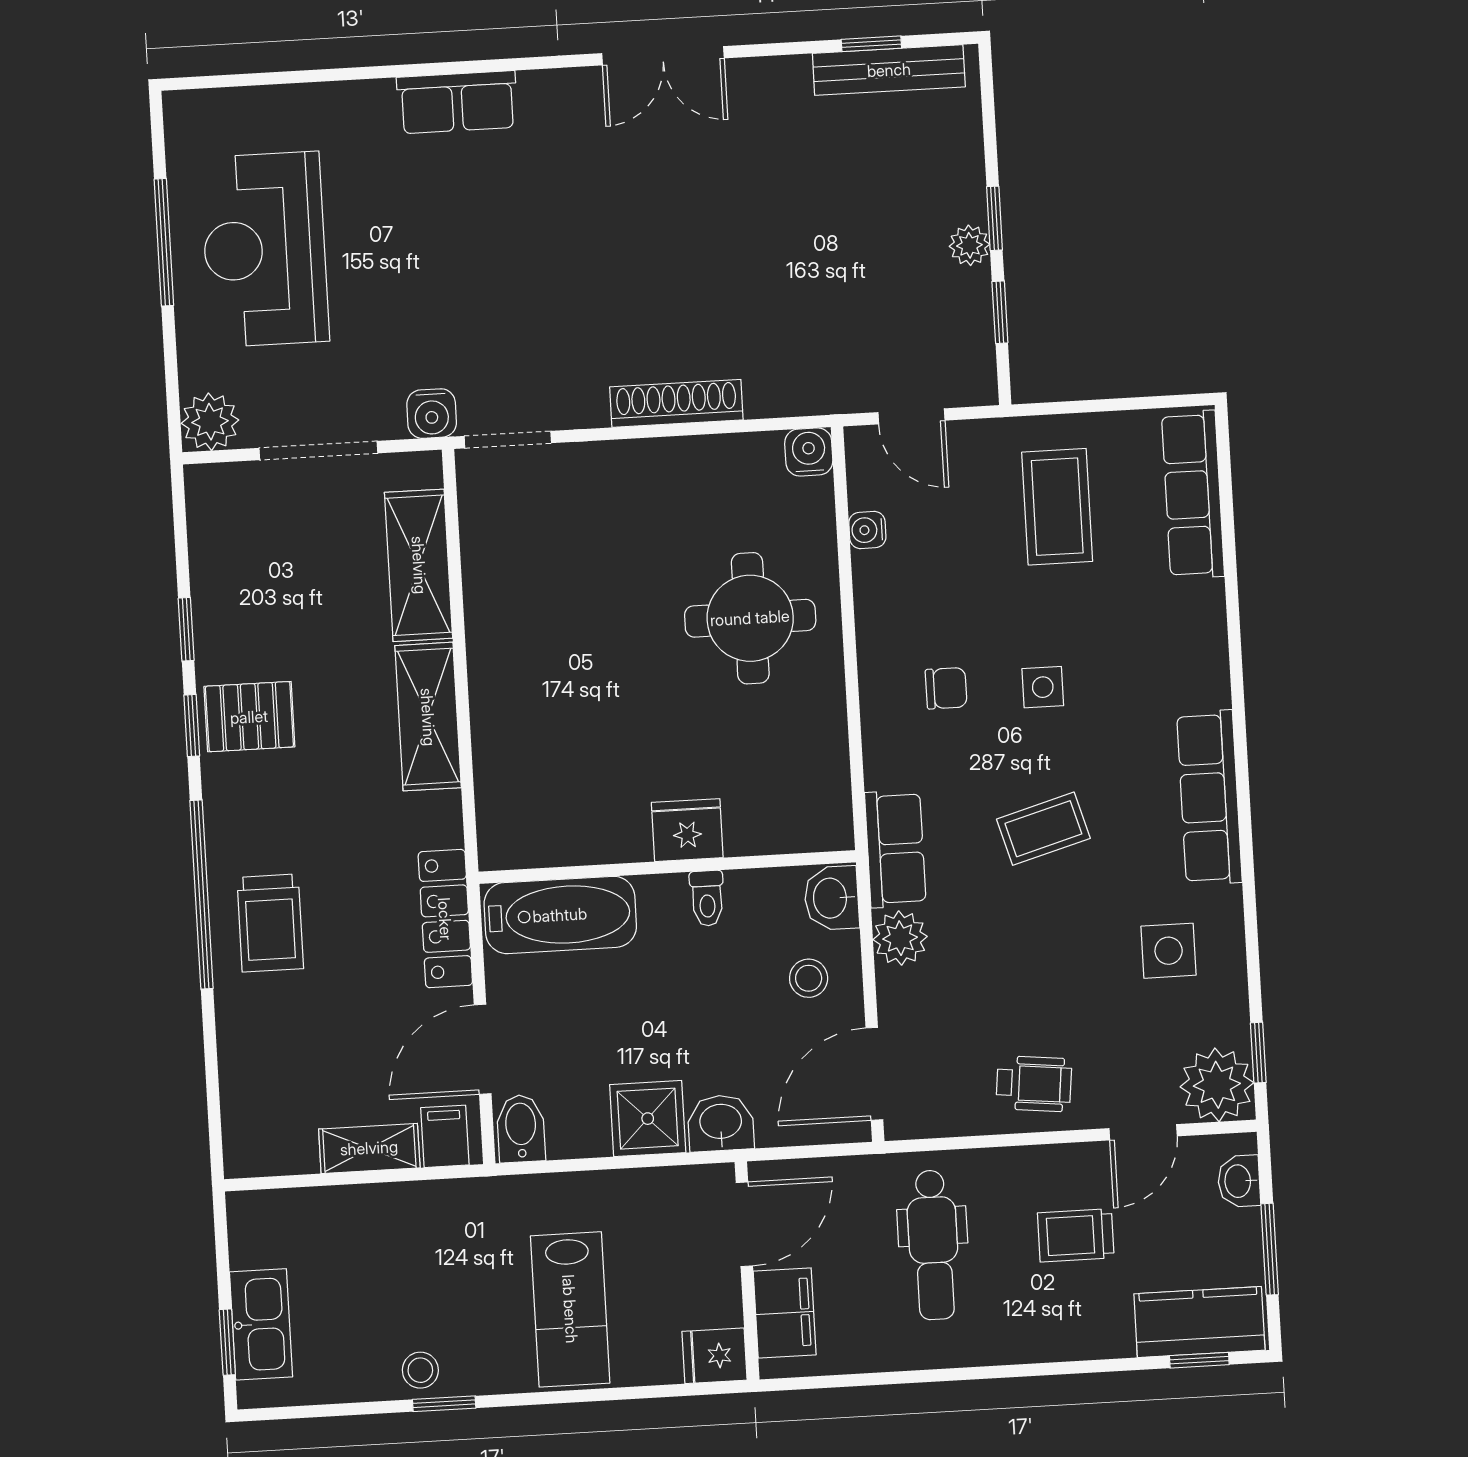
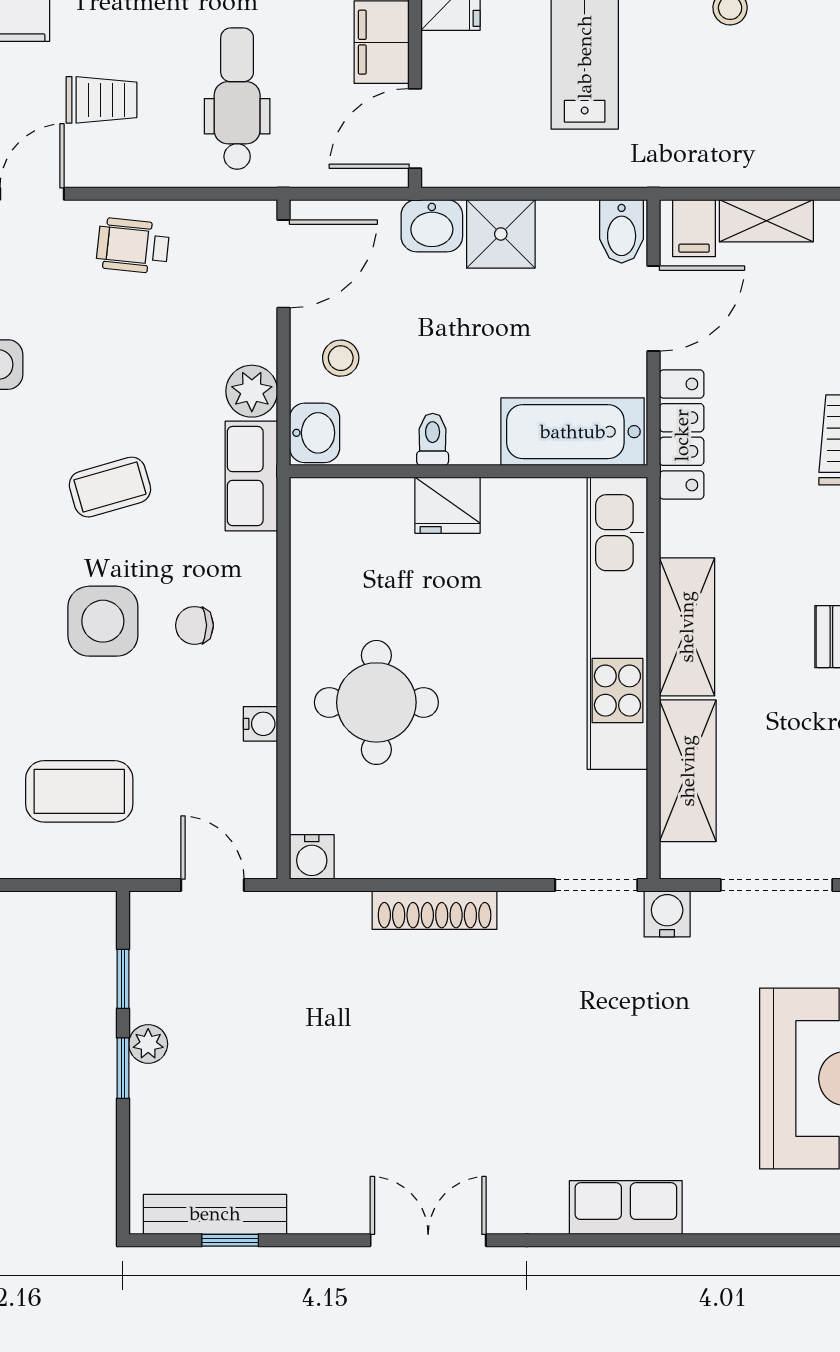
coffee table: (1057, 507) -> (79, 791), turned 90
water cooler: (867, 530) -> (261, 724), moved
side table: (1043, 687) -> (103, 621), width x1.87, depth x1.87
kitchen unit: (501, 716) -> (617, 623), added

